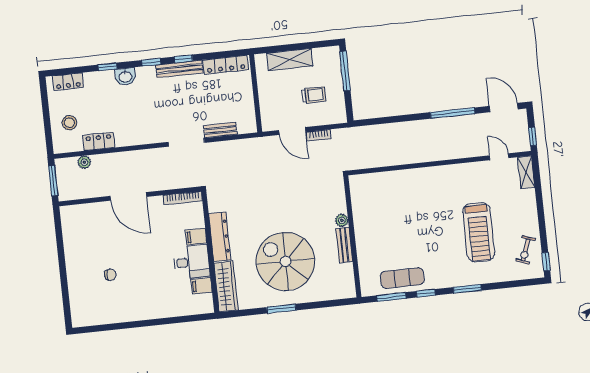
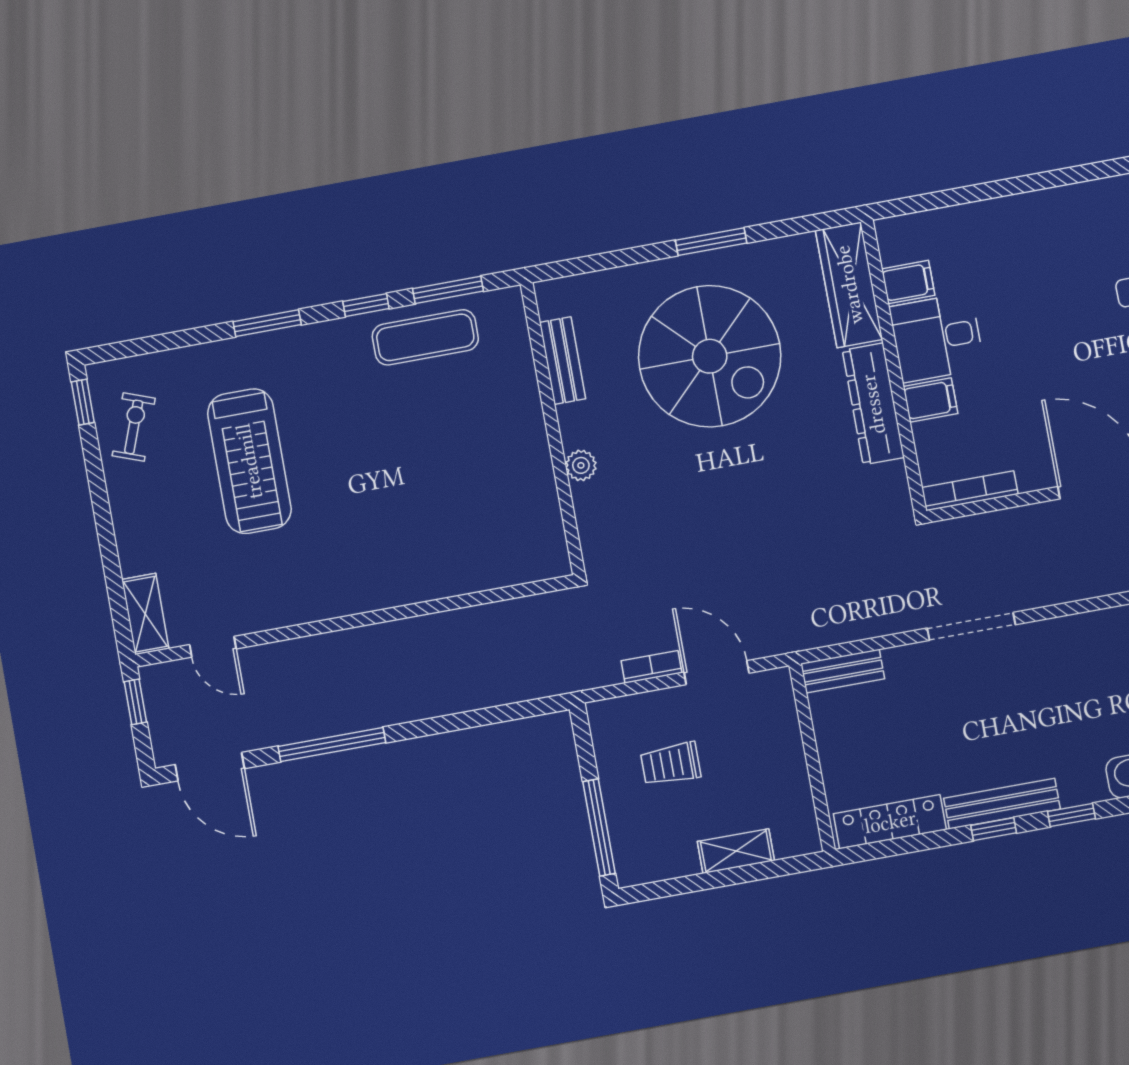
shelving: (290, 60) -> (736, 851), width x0.67, depth x0.75
bench: (220, 130) -> (843, 671), moved
treadmill: (479, 232) -> (249, 461), turned 180
bench: (344, 245) -> (563, 361), moved

